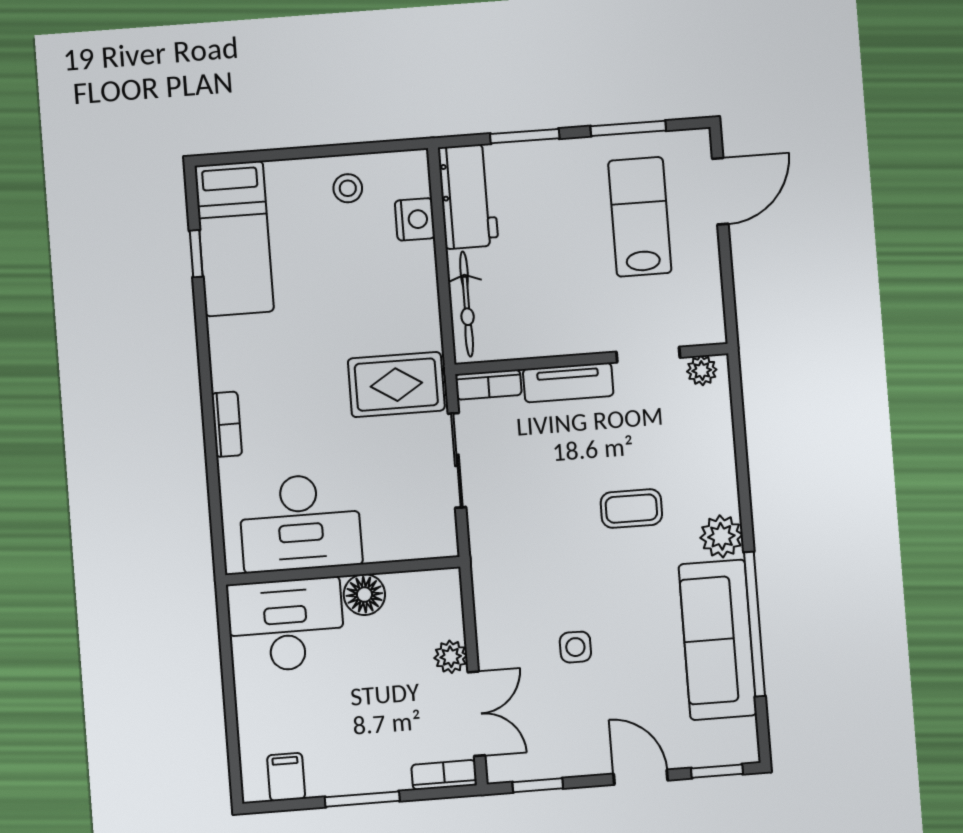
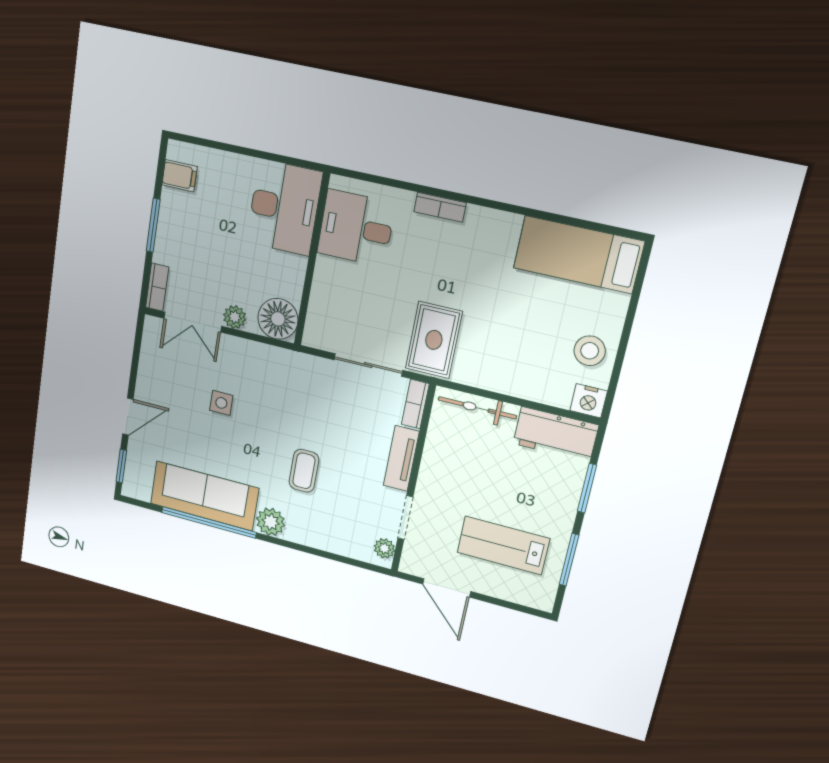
stool: (348, 188) -> (590, 351), width x1.37, depth x1.37
door: (720, 191) -> (447, 588), moved
lab bench: (640, 217) -> (503, 545), turned 180
nightstand: (415, 219) -> (589, 401), moved
window: (196, 254) -> (576, 222), removed
desk: (300, 523) -> (356, 228), width x0.73
floor lamp: (364, 595) -> (278, 319), moved, width x1.38, depth x1.38
window: (538, 785) -> (137, 348), removed

